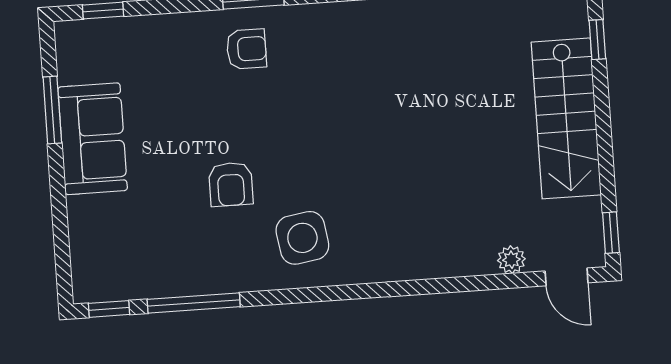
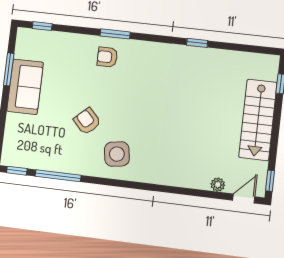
armchair: (246, 49) -> (107, 57), turned 180
armchair: (231, 184) -> (87, 121), turned 137
door: (567, 277) -> (244, 199), swing flipped

